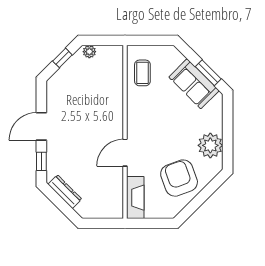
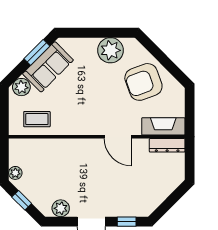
plant: (174, 58) -> (21, 87), added
plant: (54, 96) -> (61, 208), added
dresser: (65, 192) -> (167, 145), moved, turned -135

